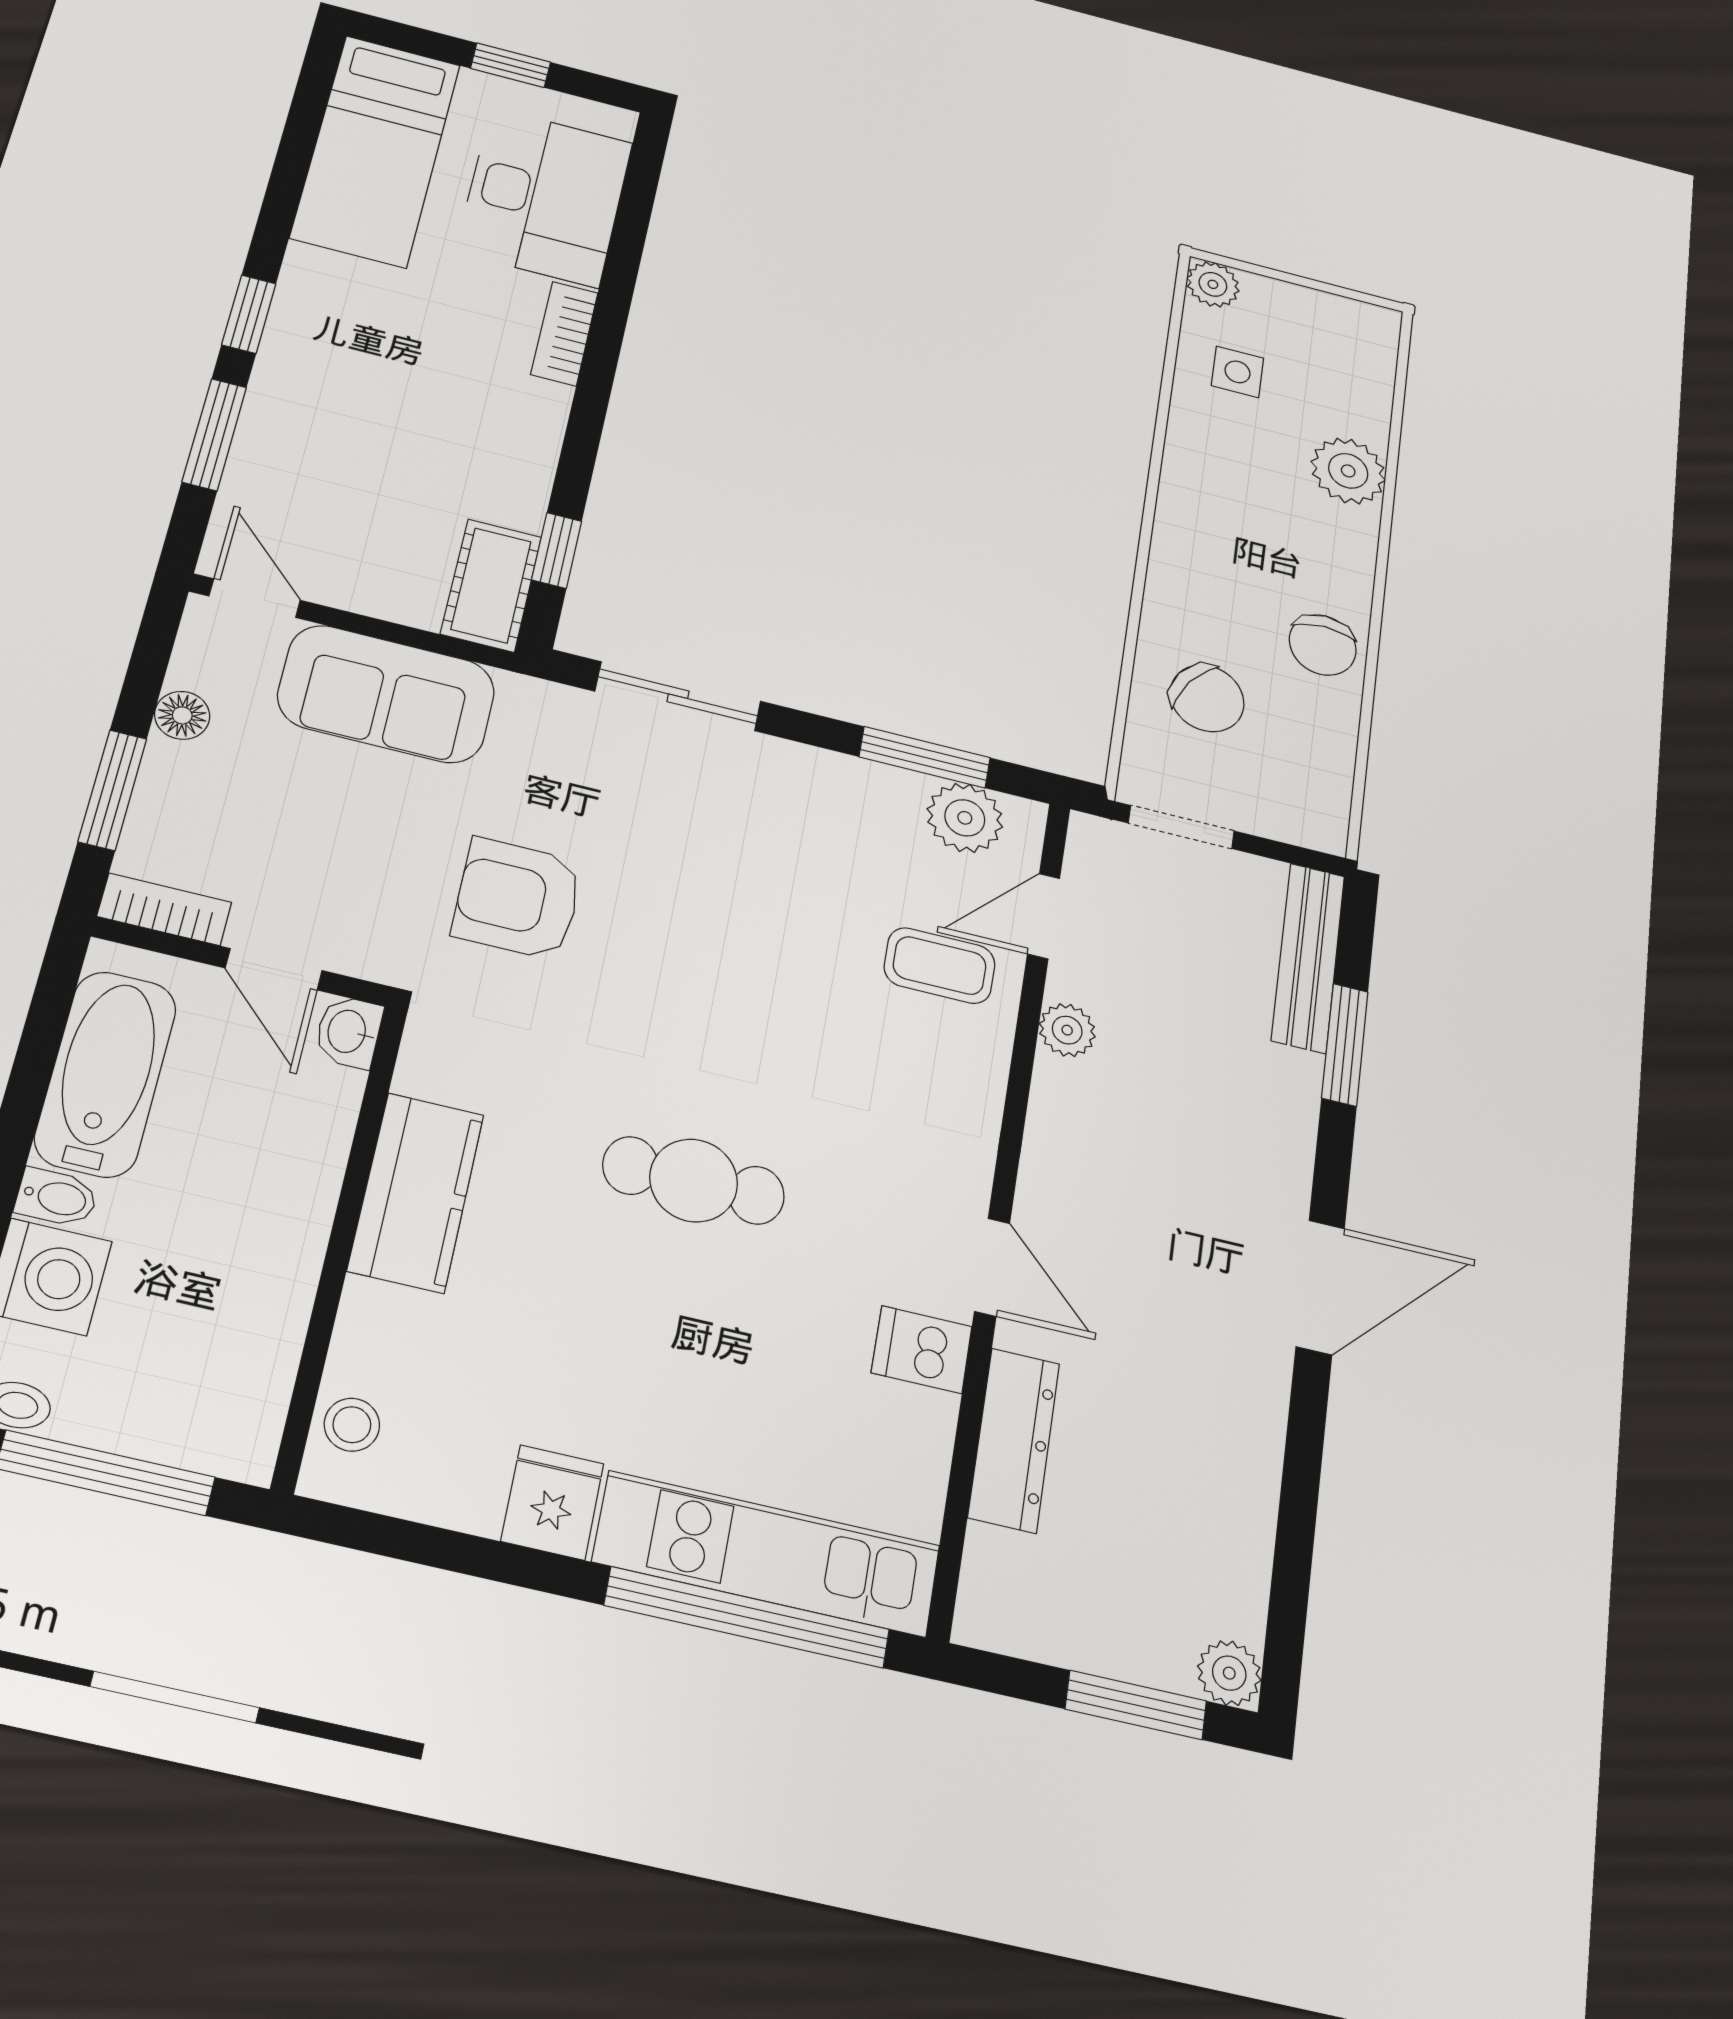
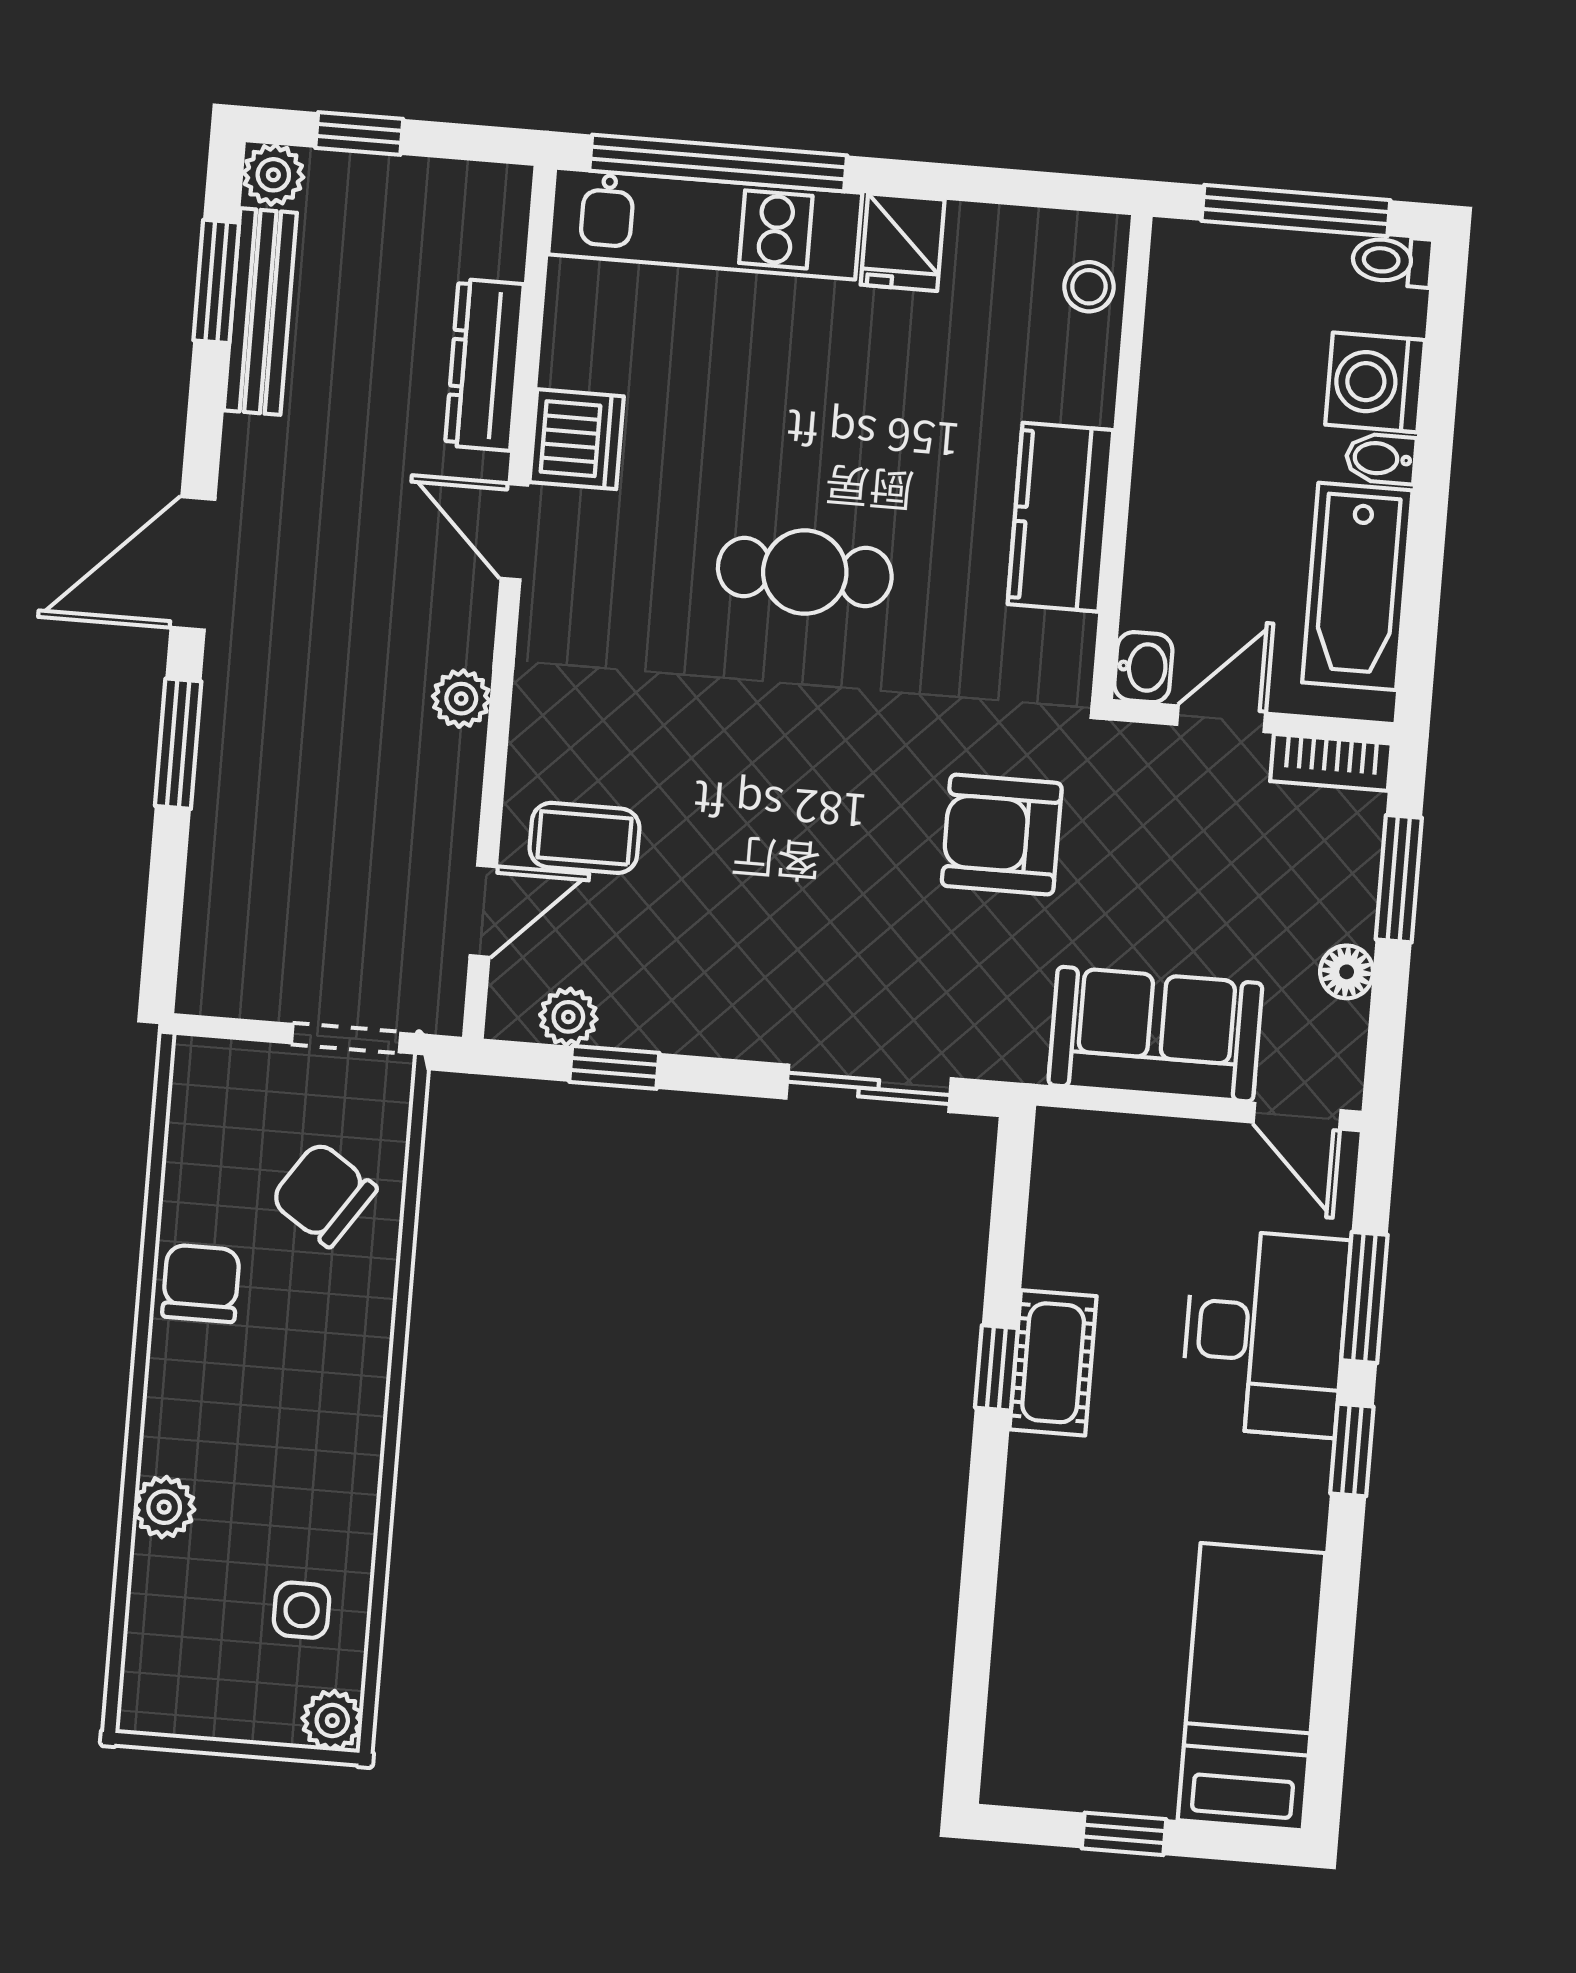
desk: (545, 197) -> (1265, 1333), moved, turned 180
bookcase: (564, 334) -> (1028, 1498), removed
plant: (1348, 471) -> (164, 1507), width x0.73, depth x0.73
window: (557, 550) -> (996, 1368), moved
cot: (491, 585) -> (1053, 1363), moved
window: (925, 757) -> (614, 1067), width x0.67
plant: (965, 818) -> (568, 1017), width x0.73, depth x0.73
armchair: (518, 899) -> (1002, 835), turned 180
bench: (1308, 958) -> (260, 312), moved
door: (274, 969) -> (1221, 719), hinge flipped
plant: (1067, 1030) -> (461, 699), moved
window: (1345, 1045) -> (178, 744), moved
dishwasher: (922, 1350) -> (577, 439), width x1.38
window: (1292, 1568) -> (216, 281), added
window: (1136, 1705) -> (359, 133), width x0.67

